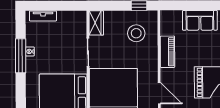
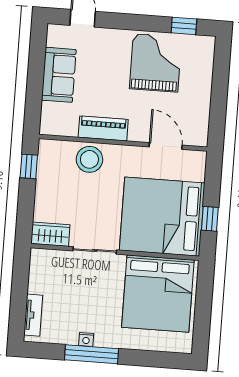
stool: (136, 33) -> (89, 159), moved
door: (159, 93) -> (166, 146), hinge flipped

